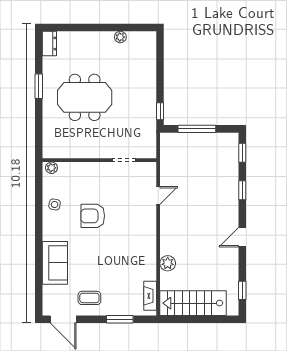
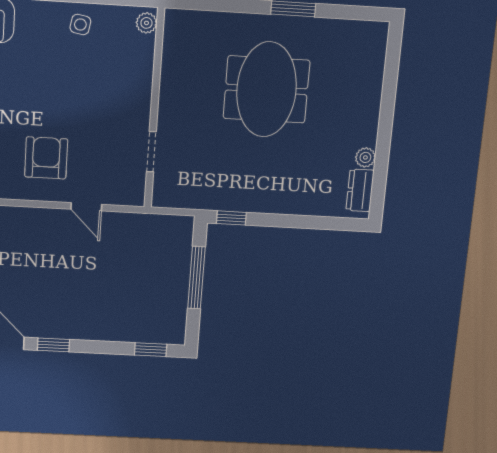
dresser: (49, 44) -> (360, 190), moved, turned 90
window: (242, 190) -> (53, 345), moved
armchair: (93, 216) -> (46, 158), moved

